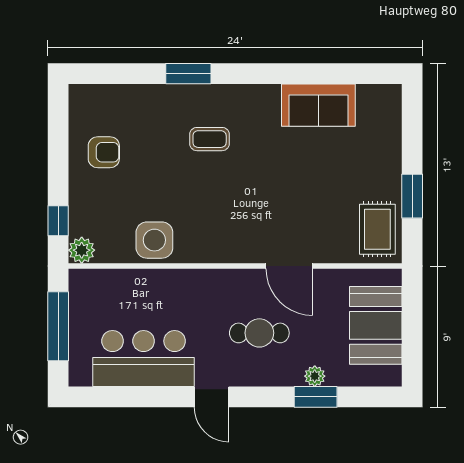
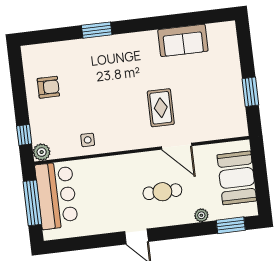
coffee table: (210, 139) -> (115, 71), removed
rug: (377, 229) -> (161, 108), moved
side table: (154, 240) -> (88, 140), width x0.54, depth x0.54
bar counter: (144, 358) -> (56, 195), moved, turned 90
window: (316, 397) -> (231, 225), moved

